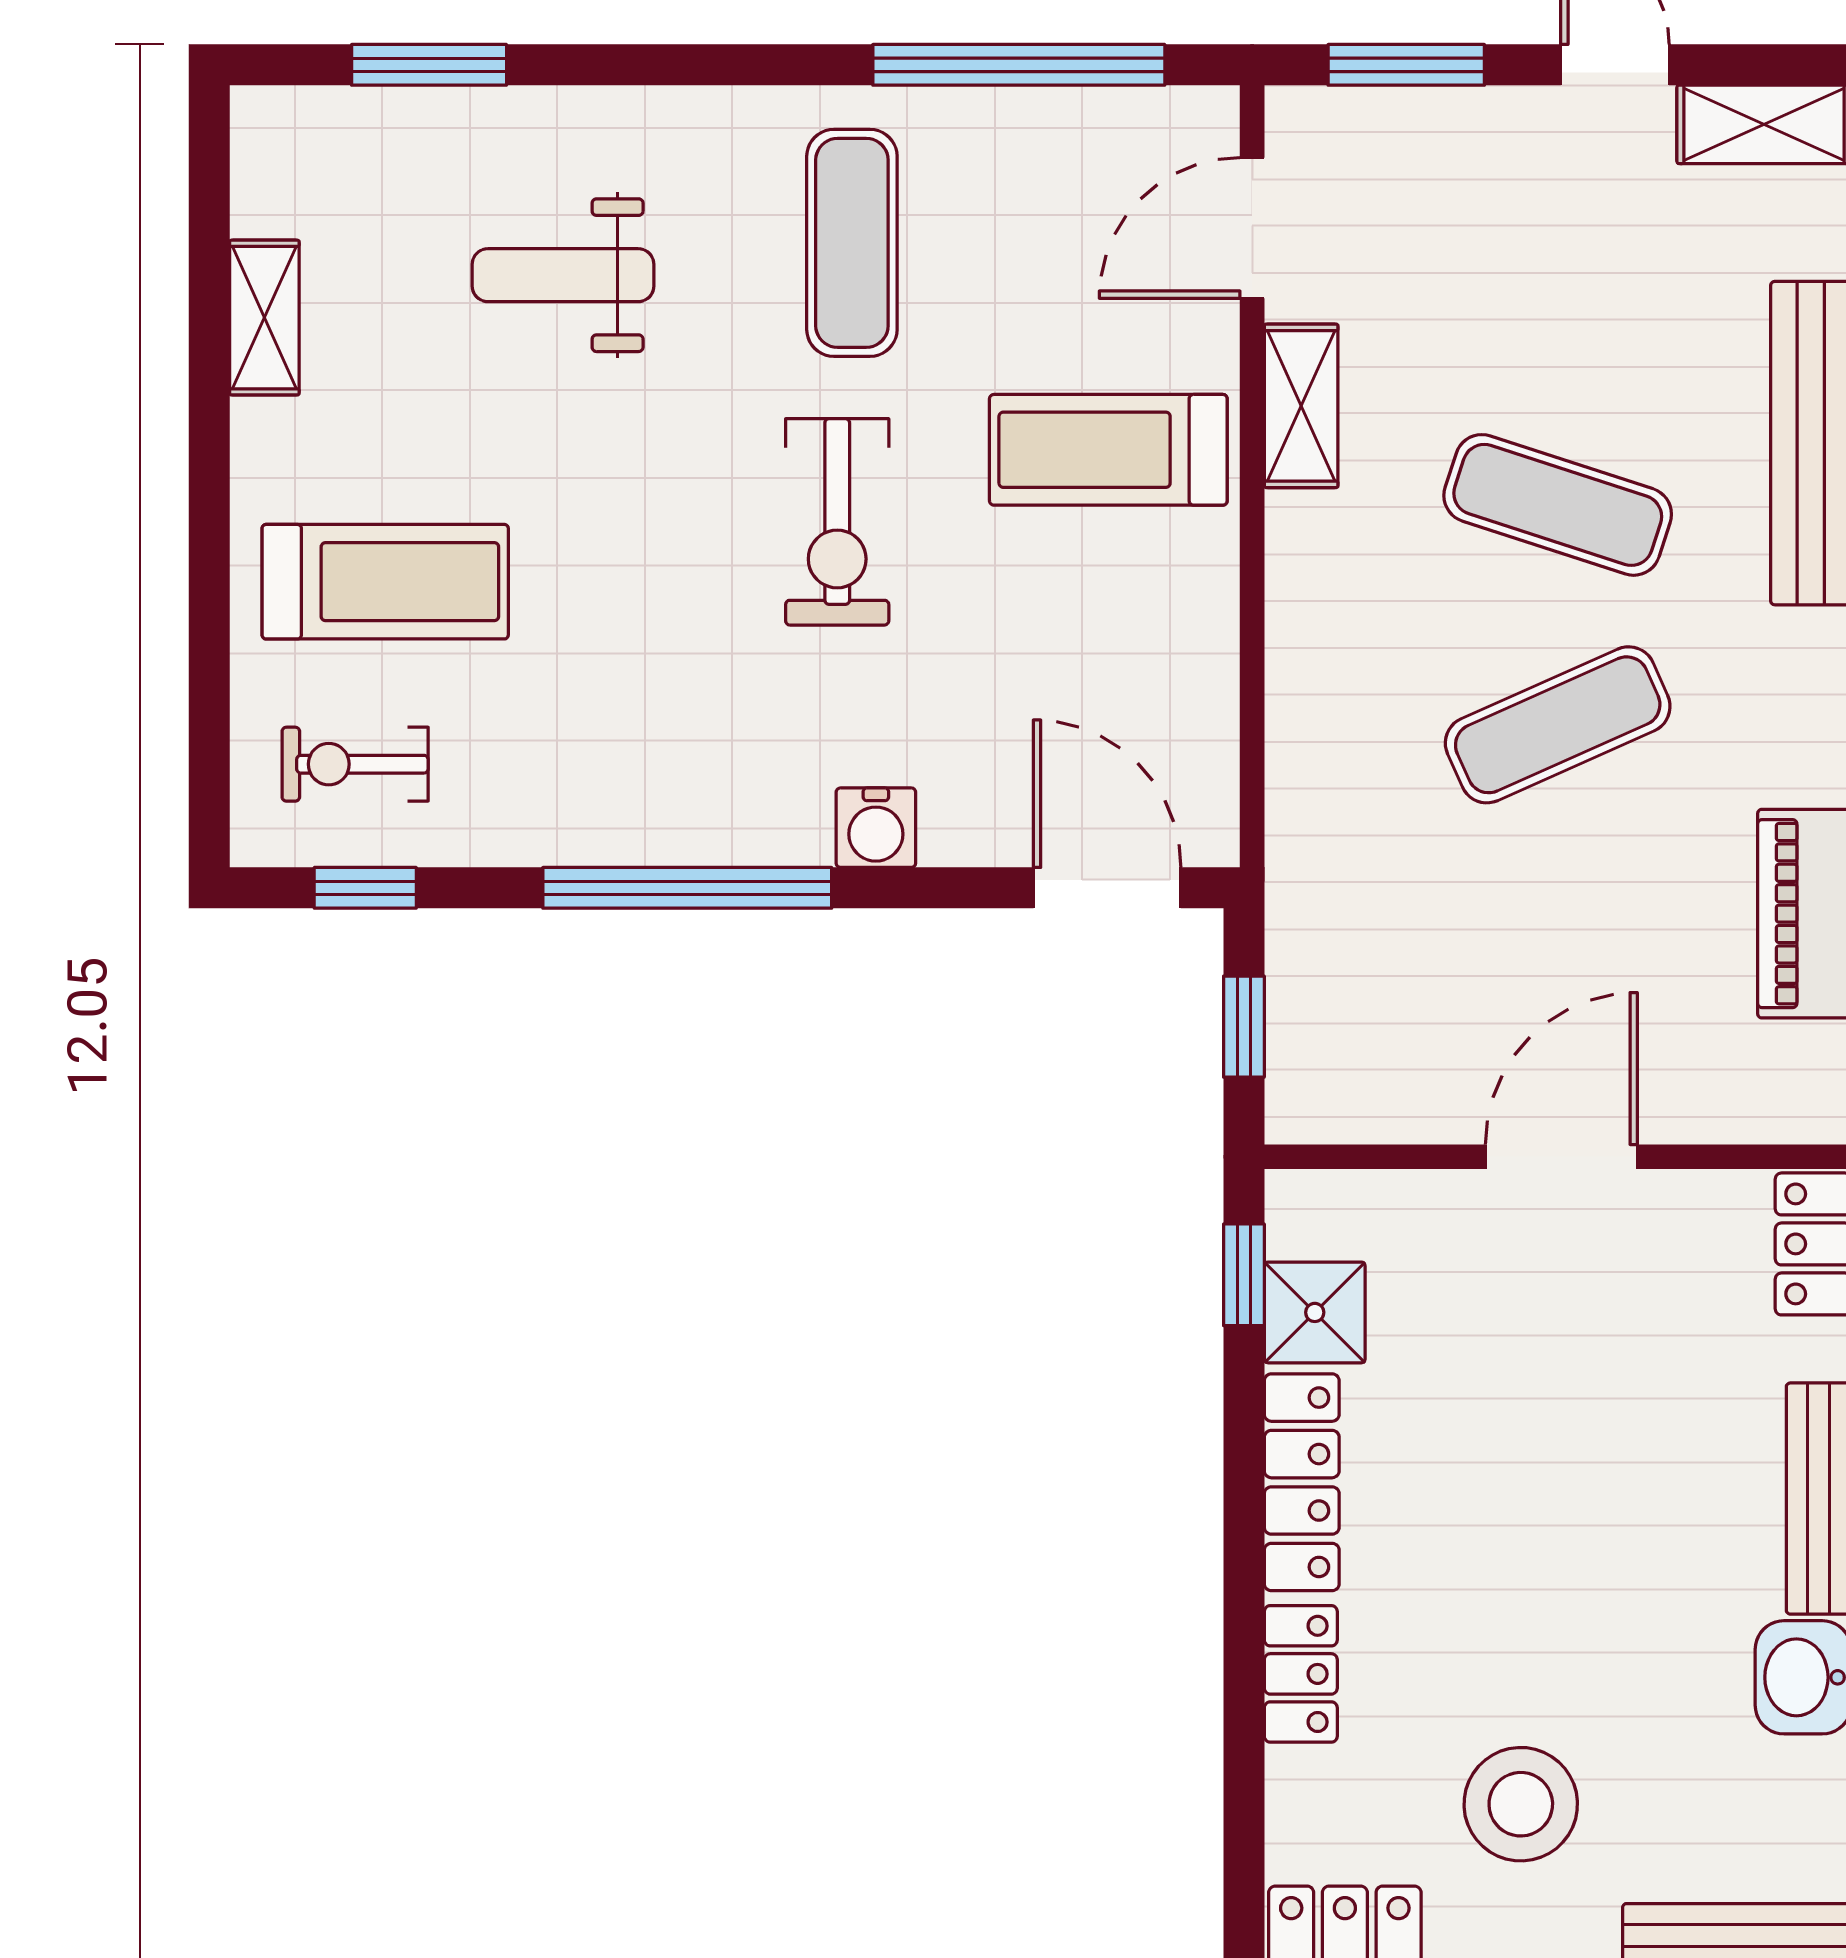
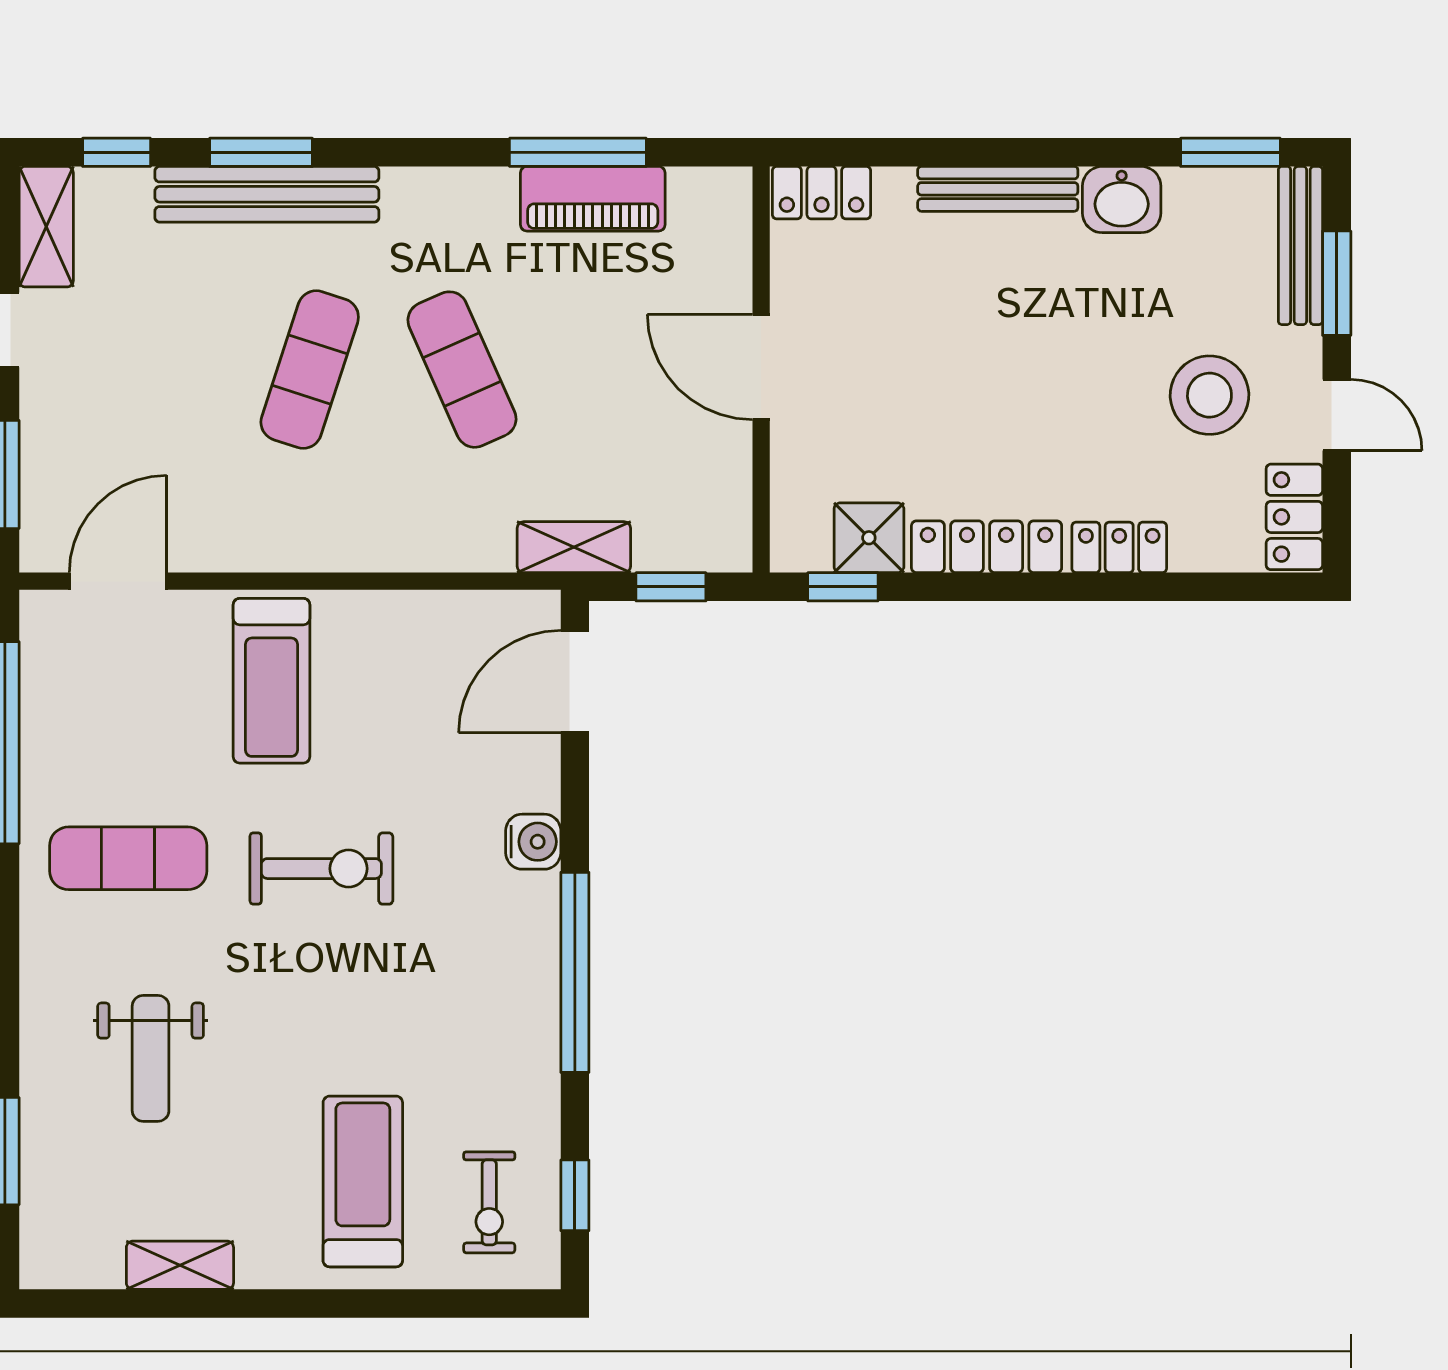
door: (1252, 228) -> (118, 581), swing flipped
shelving: (1301, 406) -> (574, 547), moved

